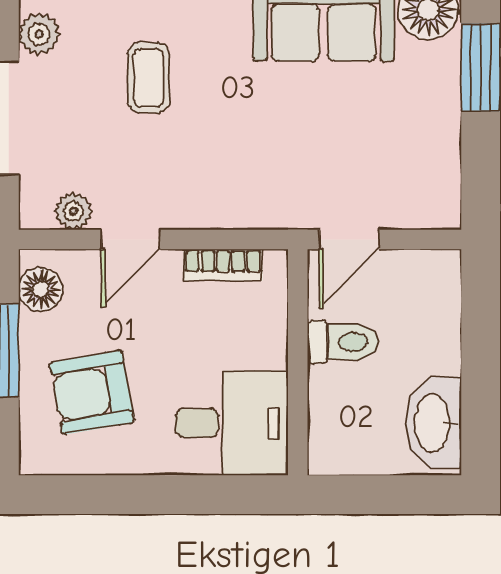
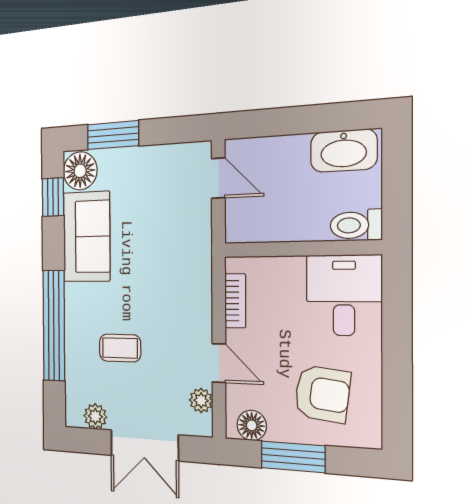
door: (349, 239) -> (218, 178), moved
toilet: (343, 342) -> (356, 225), moved, turned -90
armchair: (92, 393) -> (322, 394), turned -73

